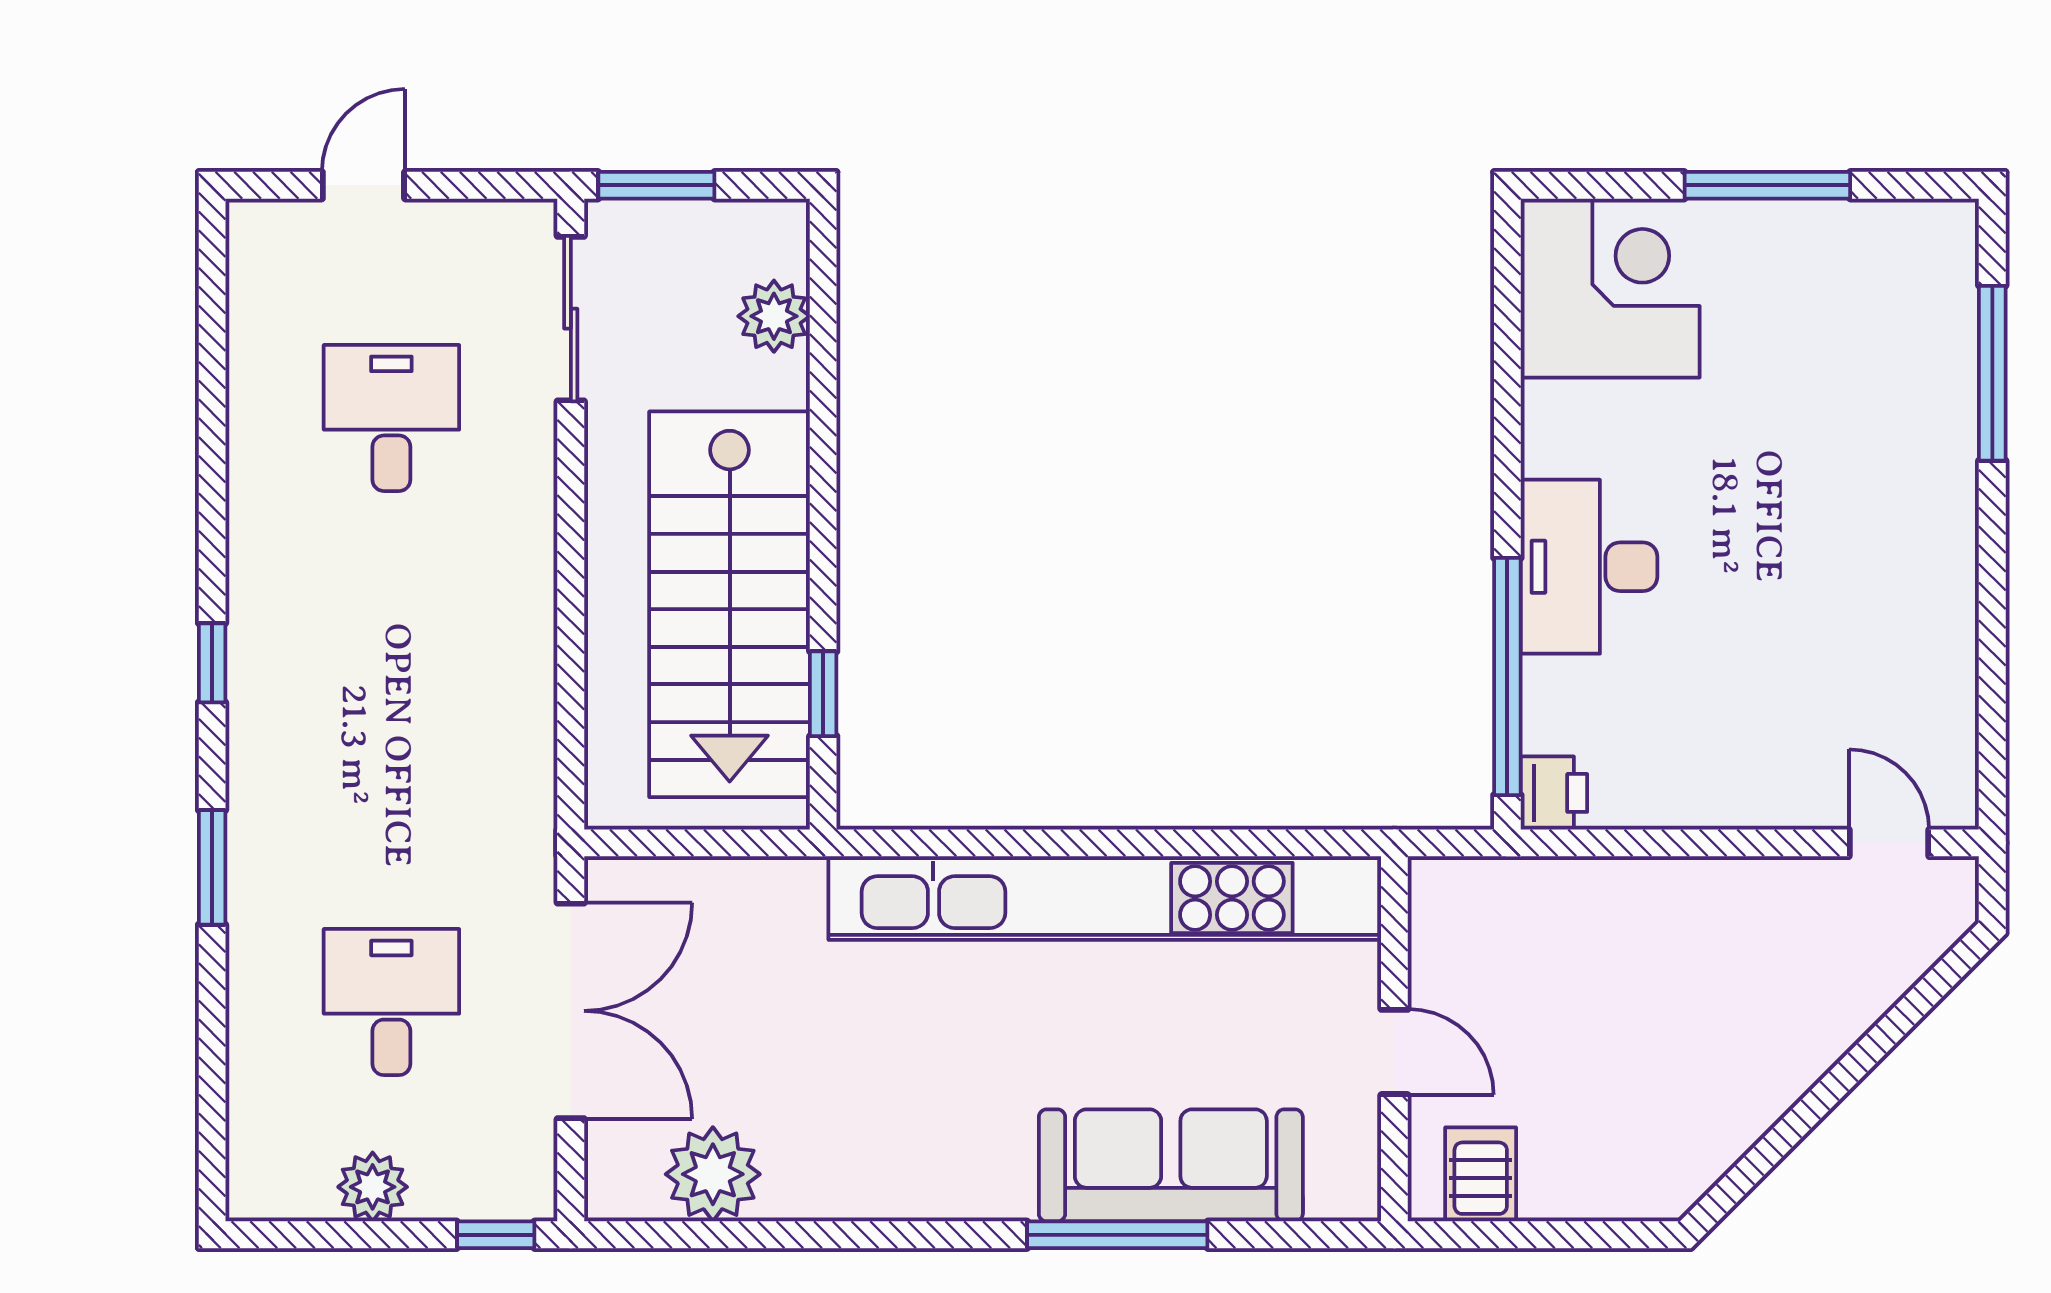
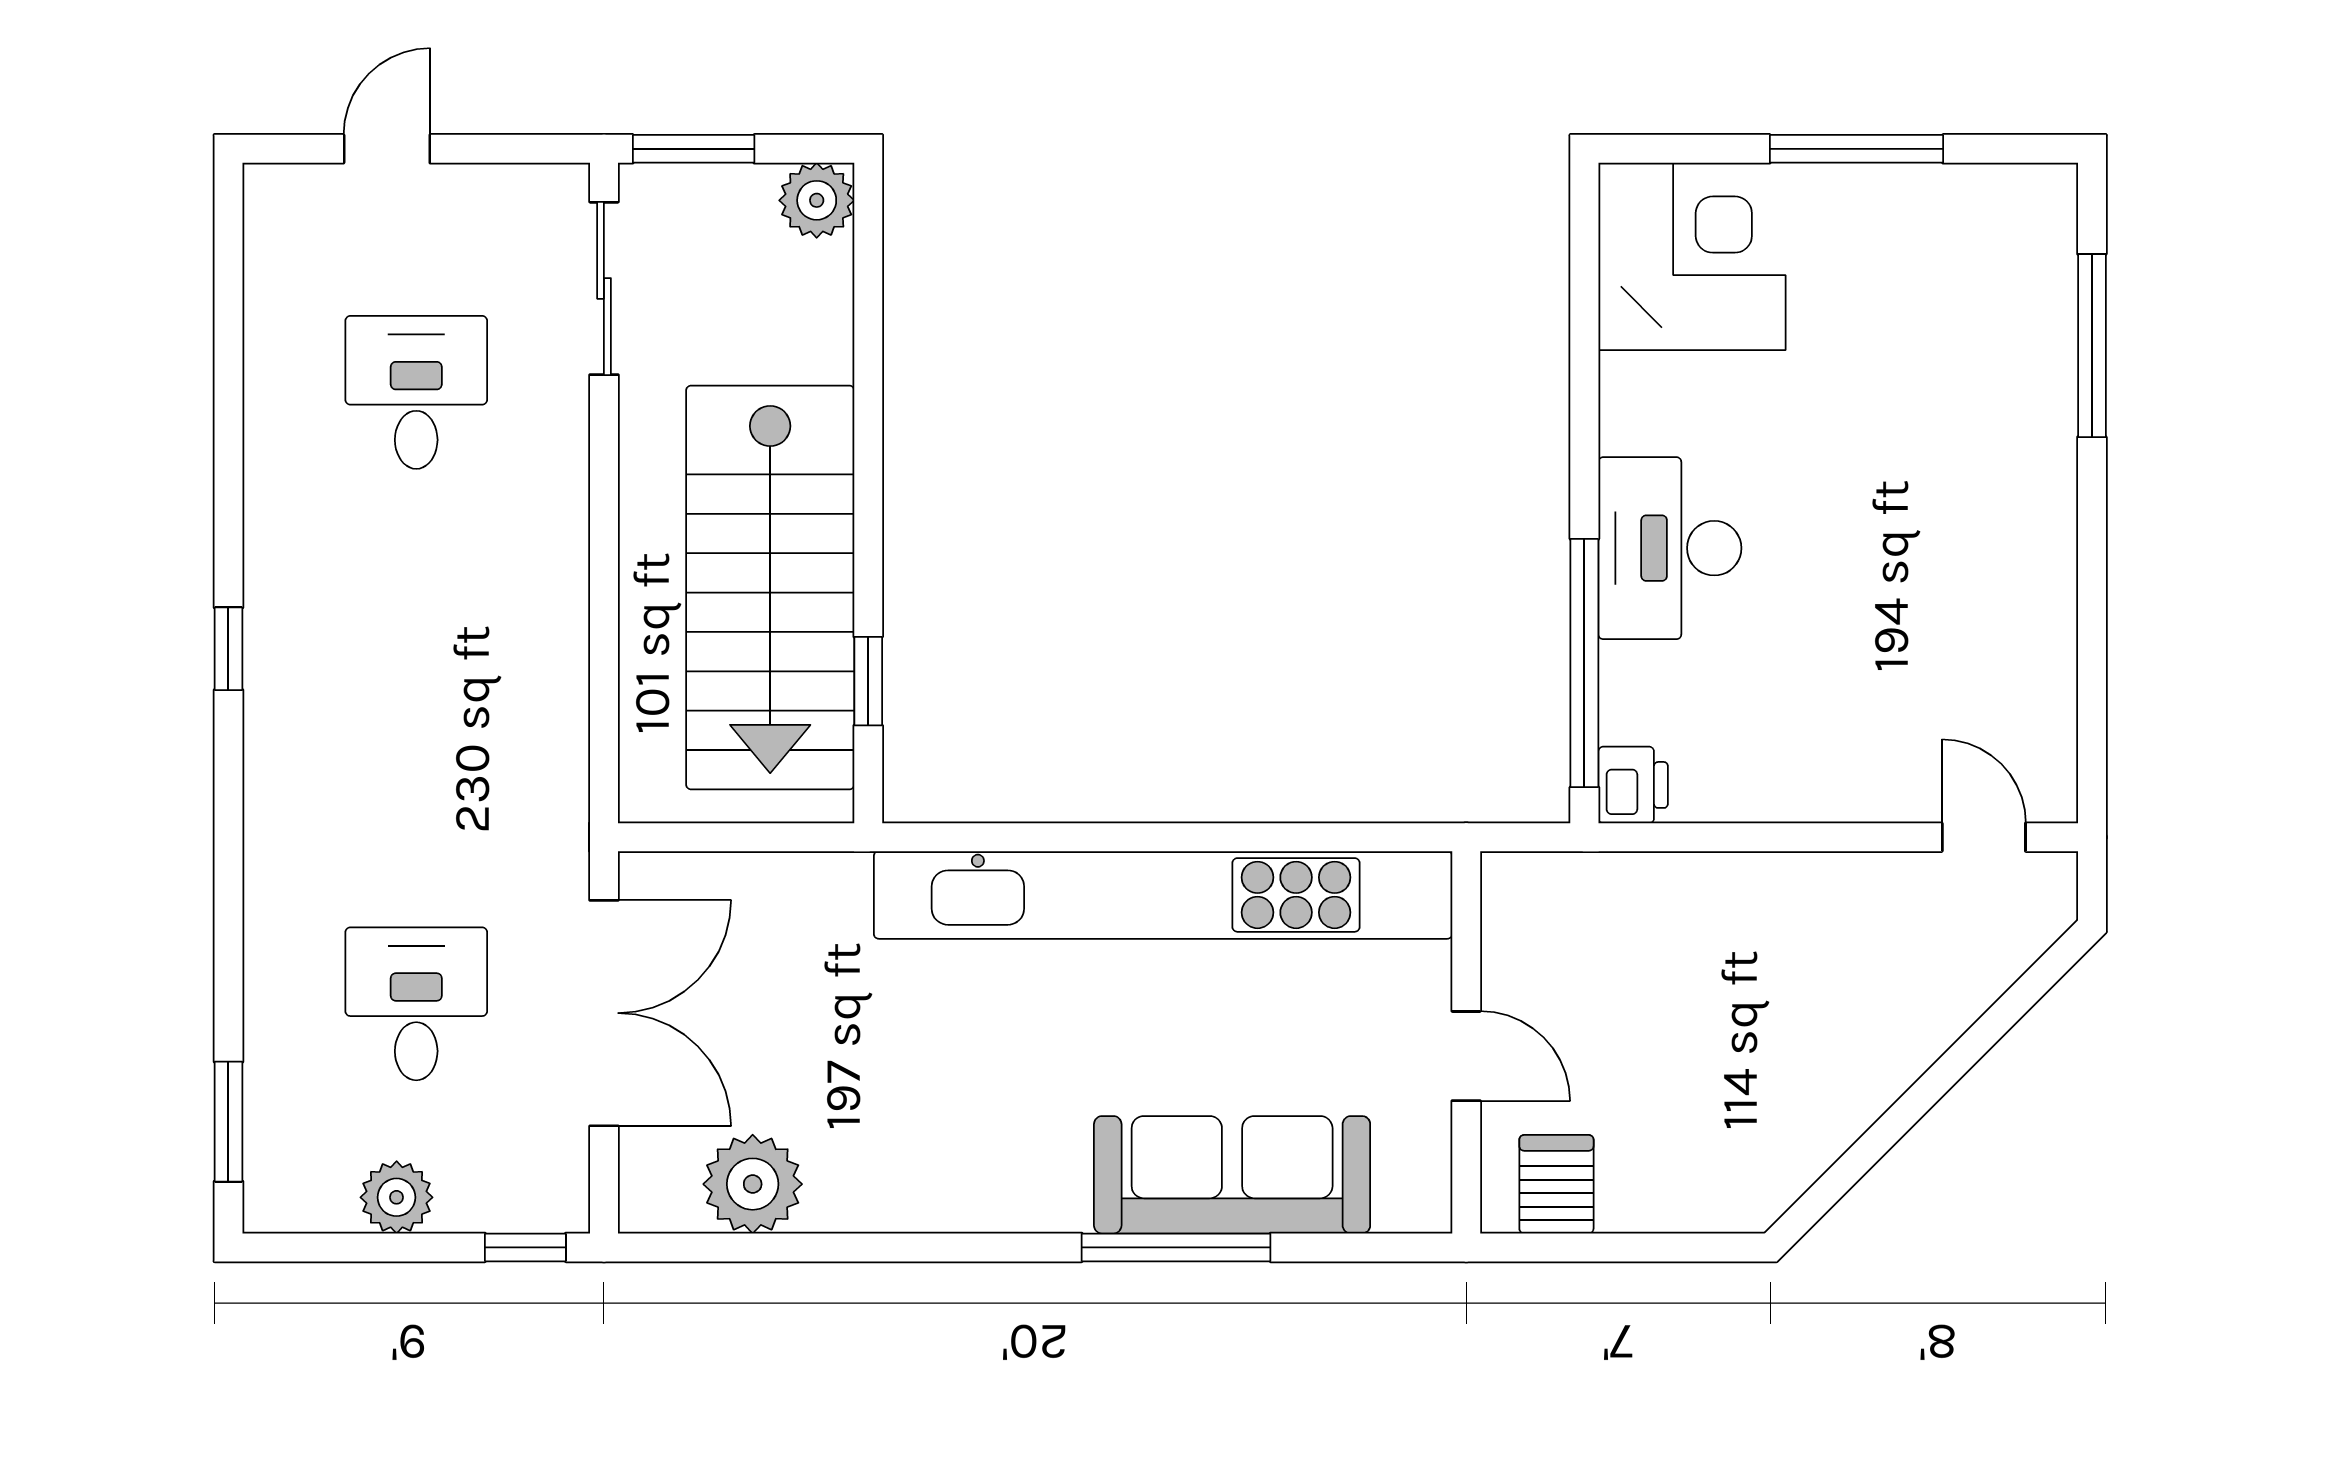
plant: (774, 316) -> (817, 200), moved
window: (212, 867) -> (228, 1122), moved

